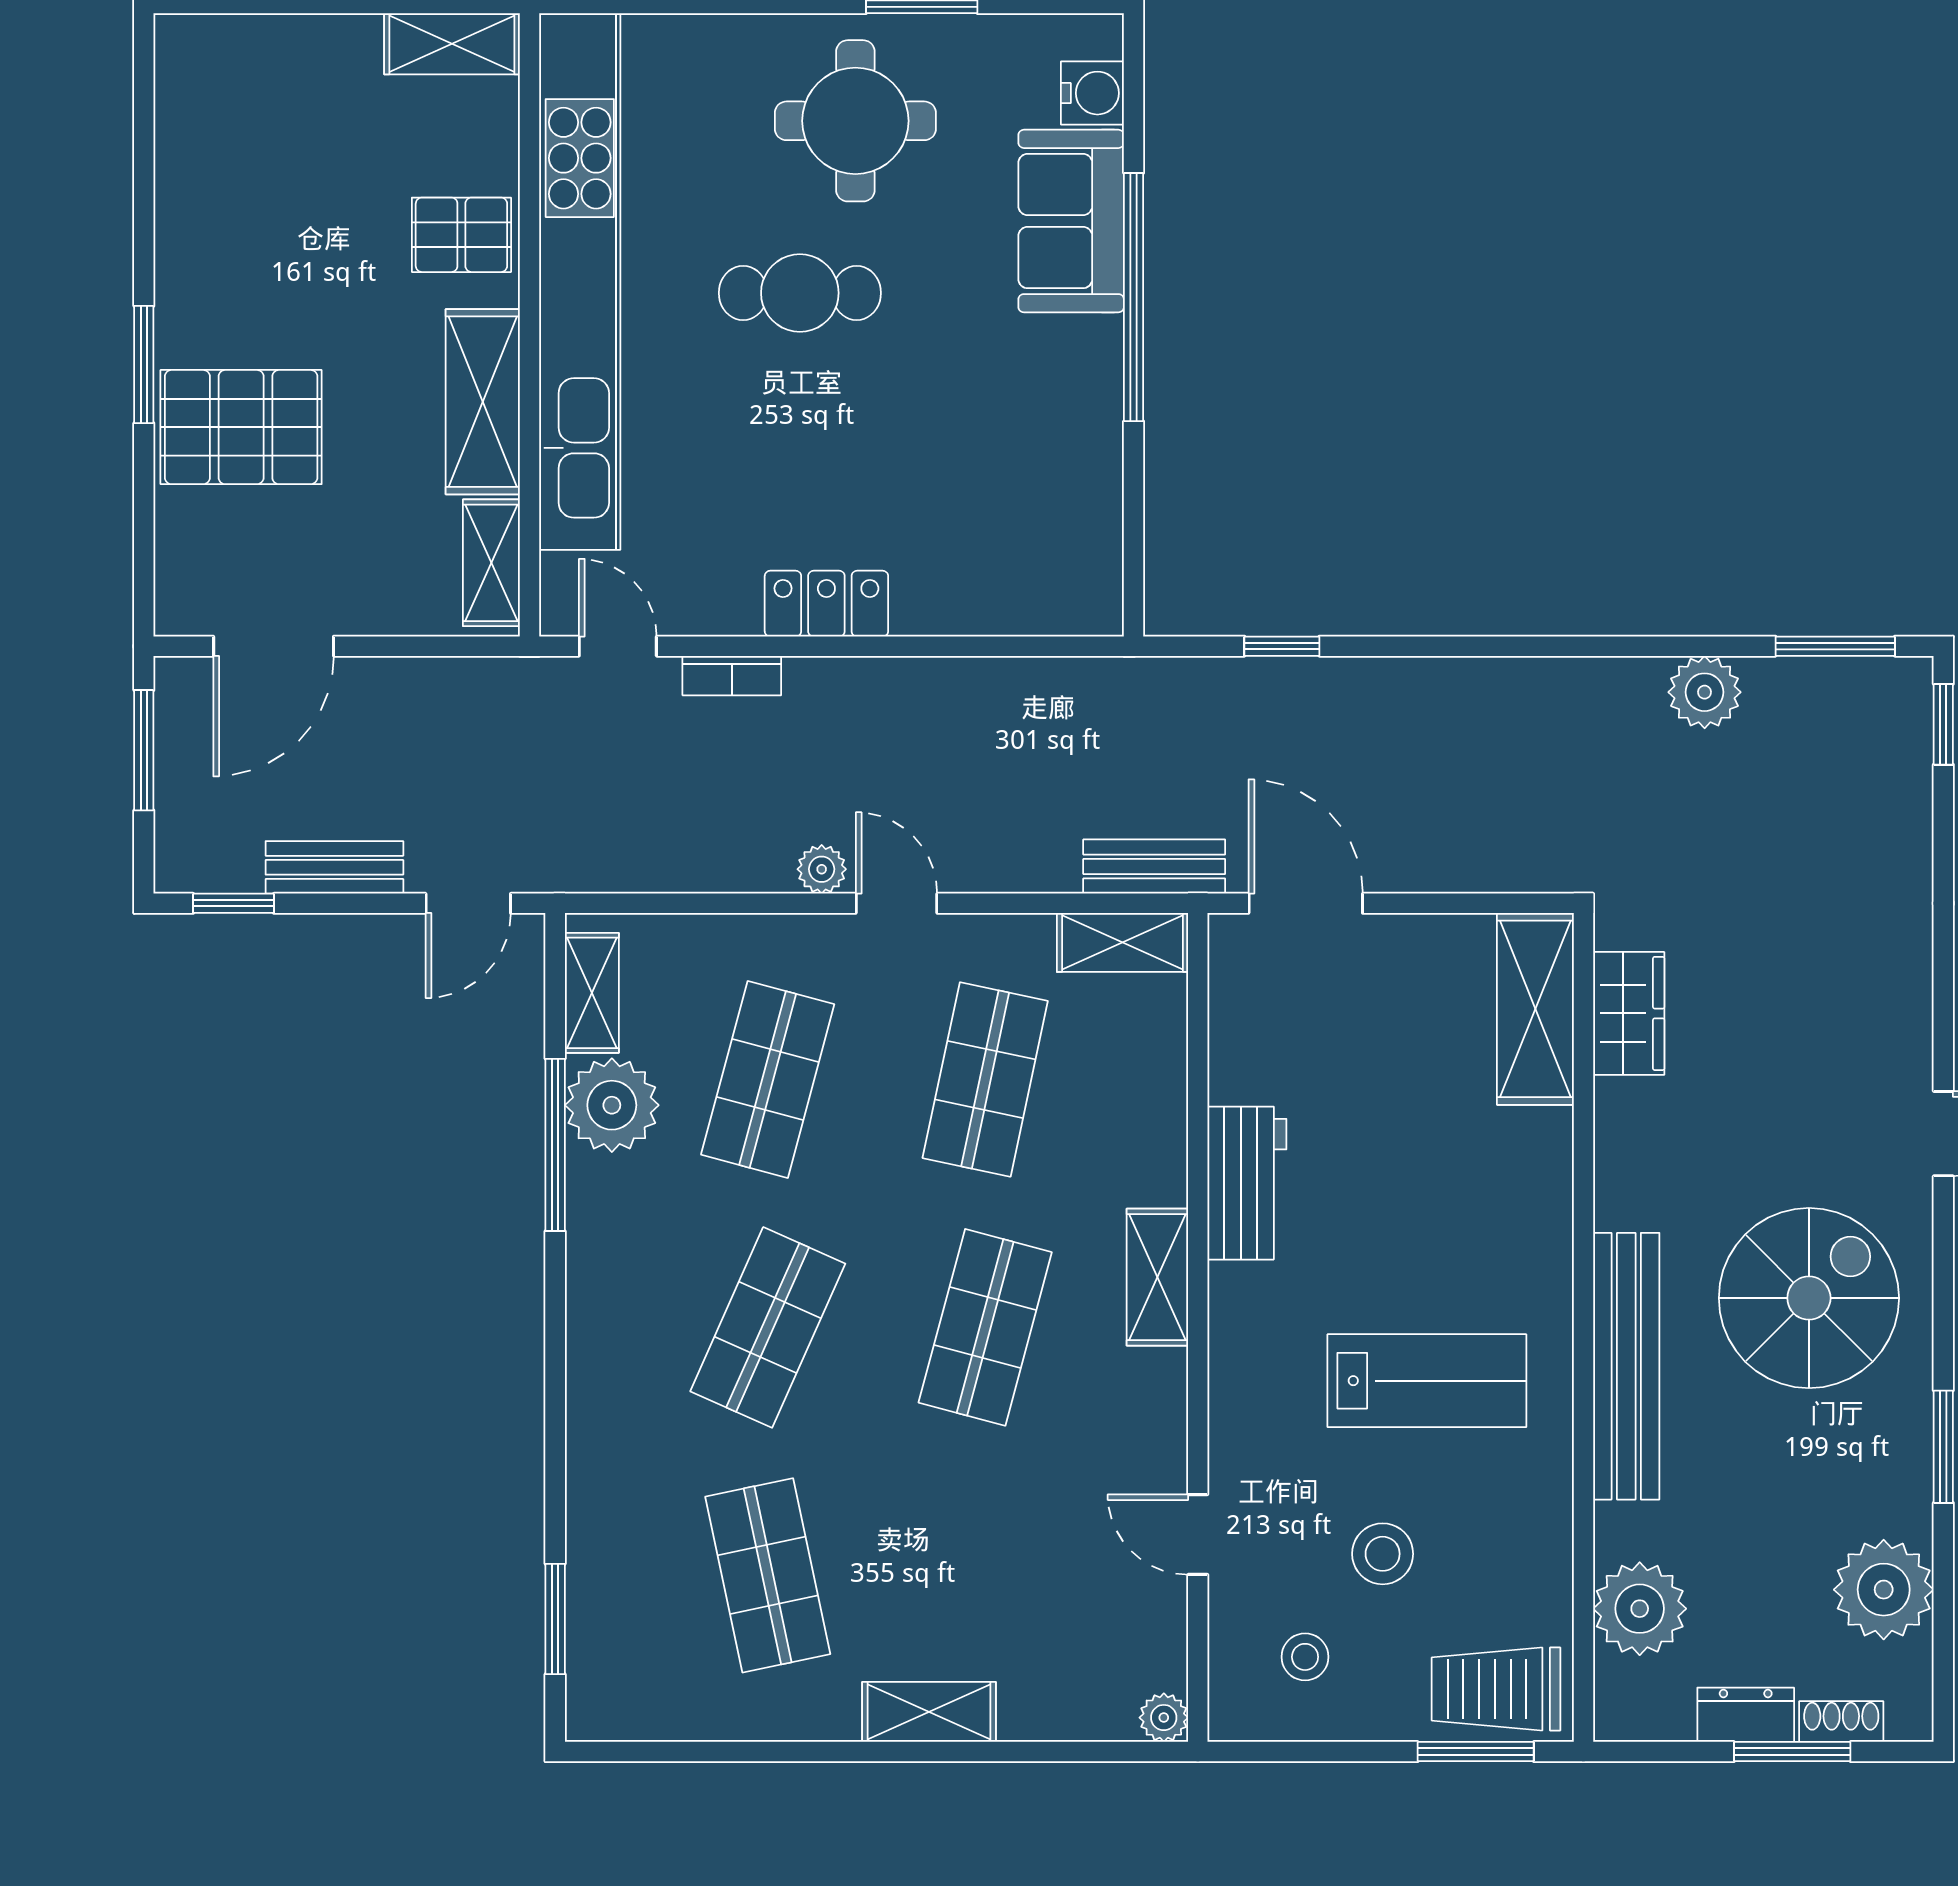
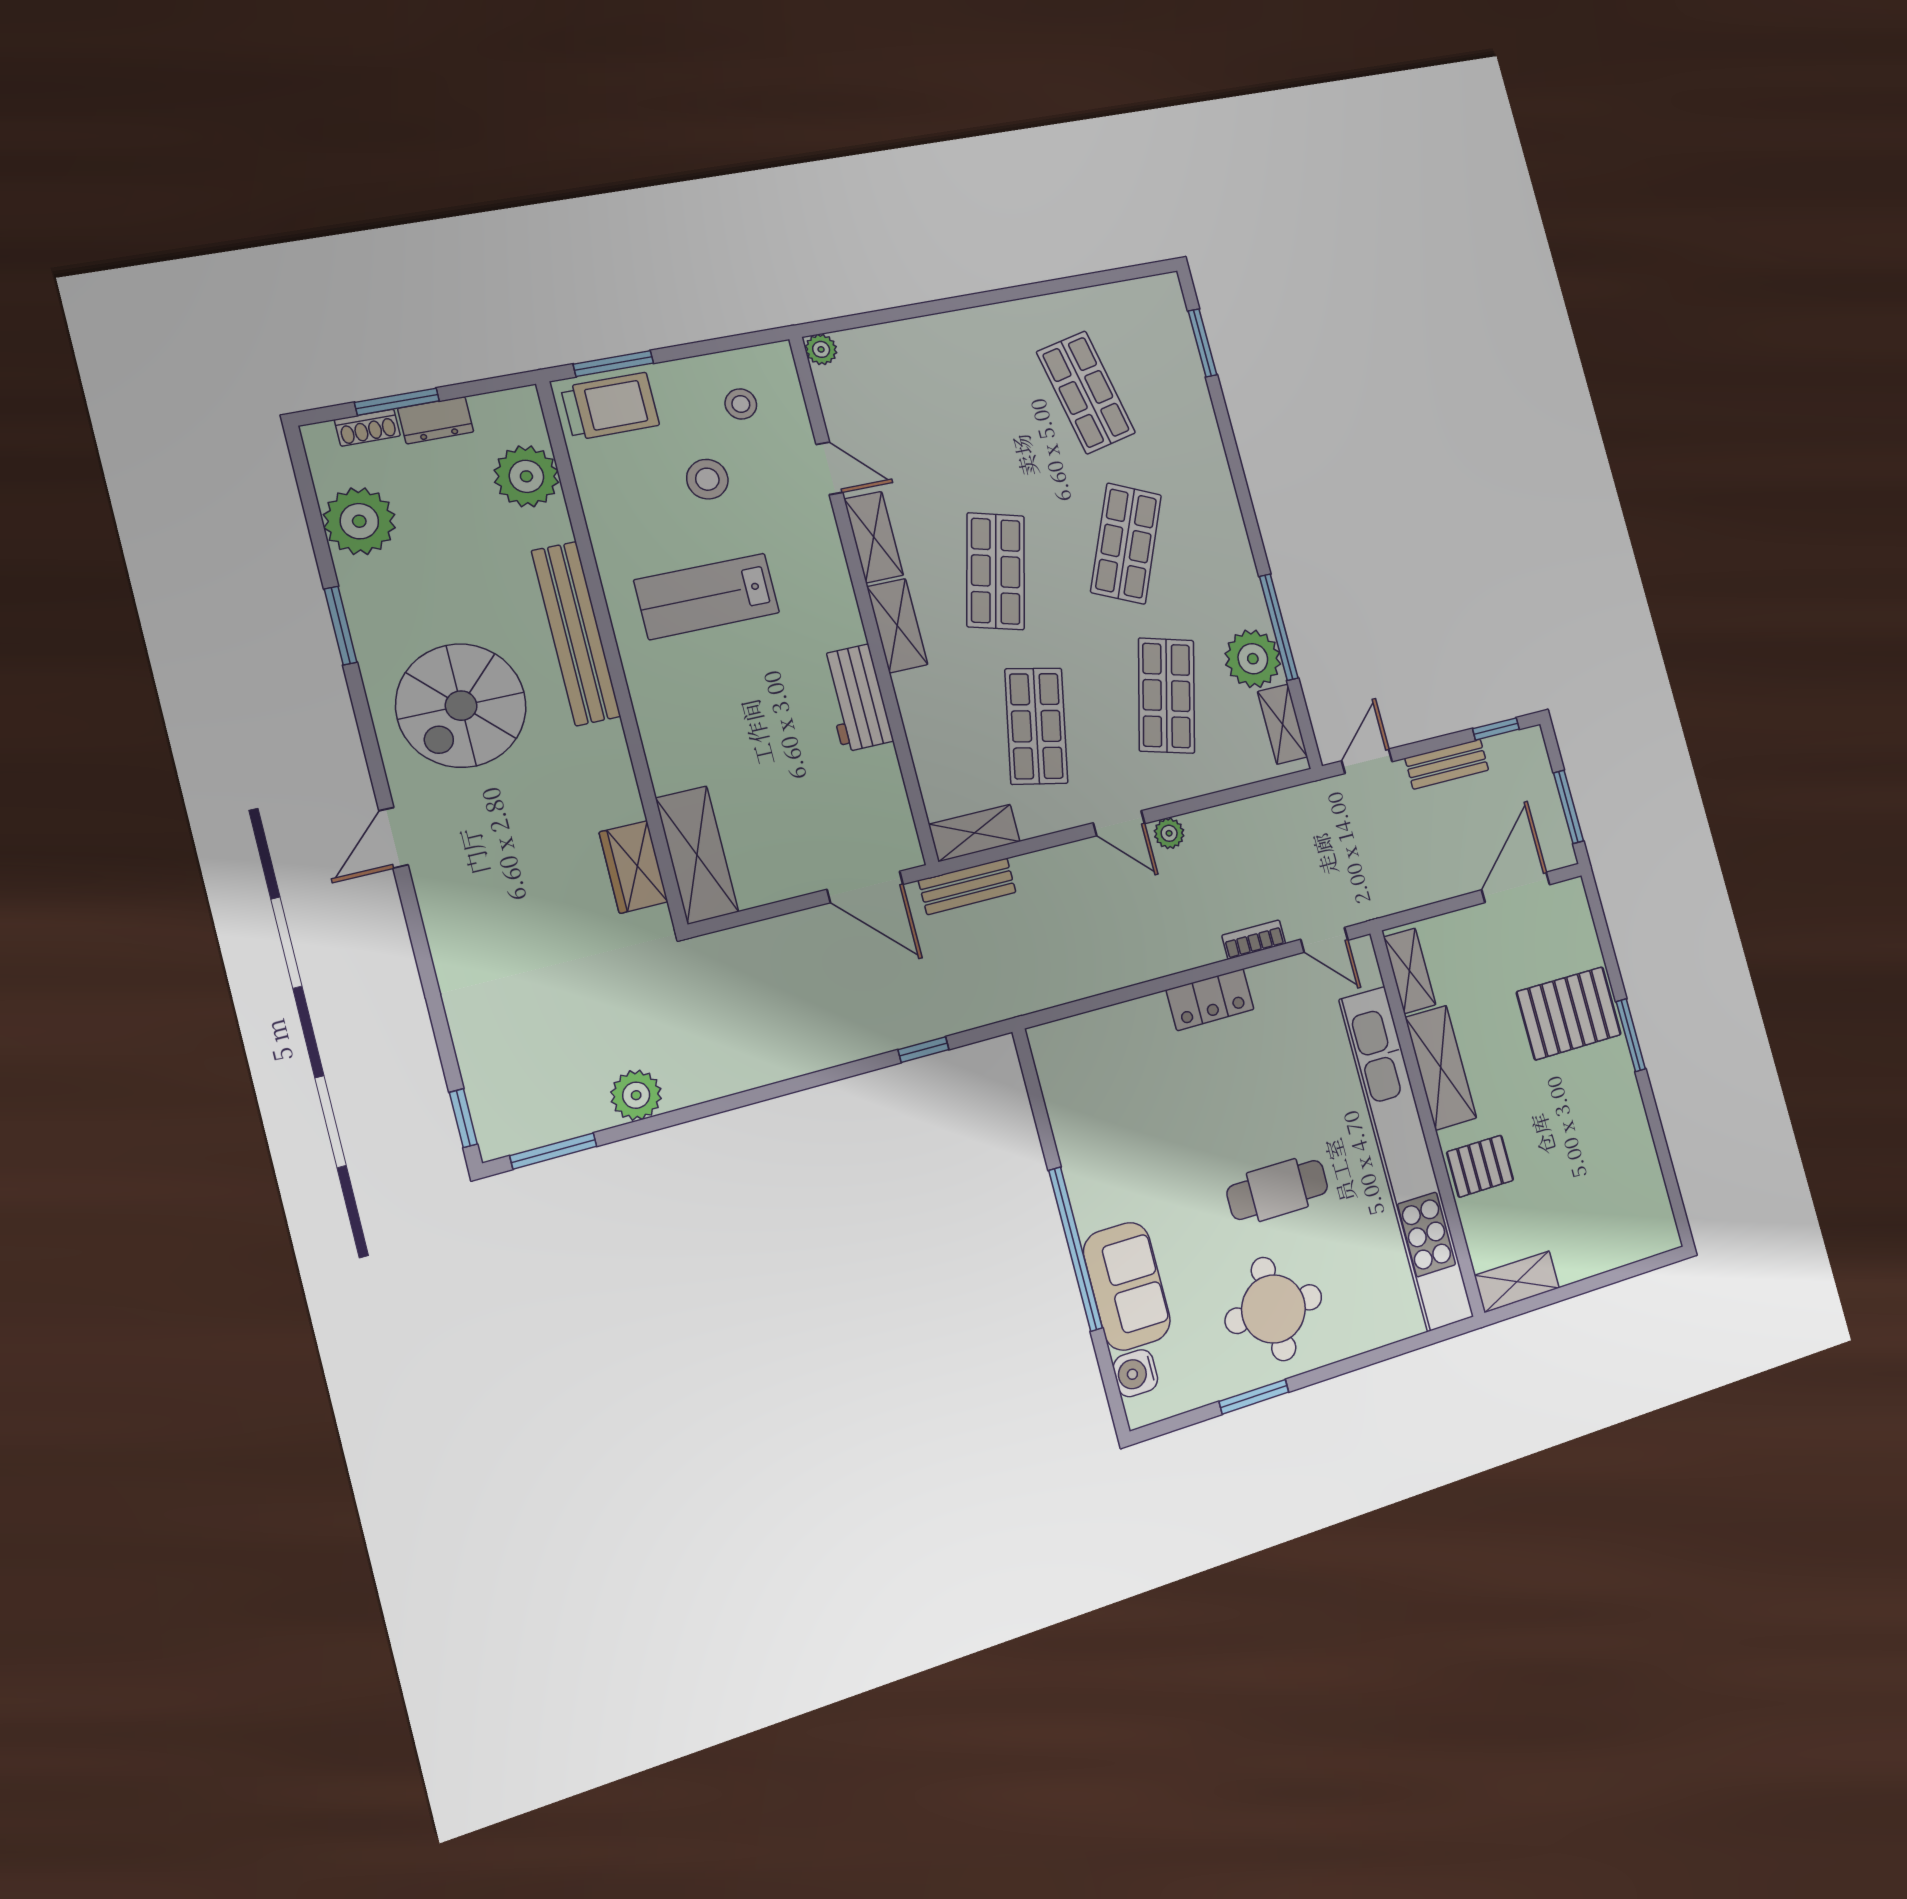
shelving: (929, 1712) -> (874, 537), moved, turned 90

